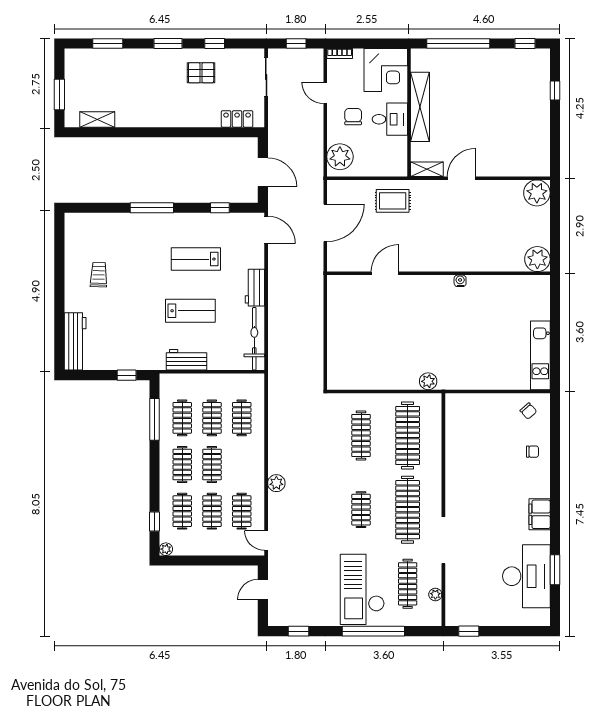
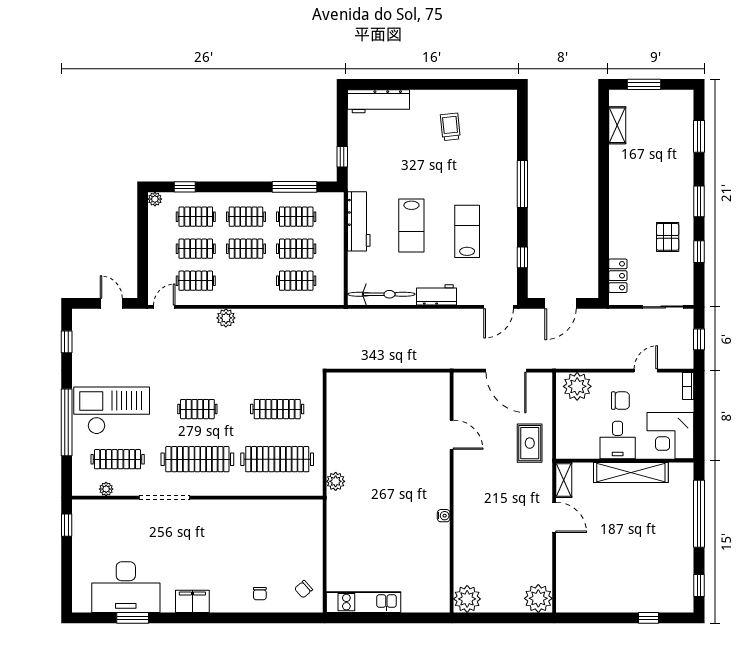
trolley: (99, 275) -> (450, 127), turned -98
workbench: (187, 360) -> (359, 221), width x1.38

